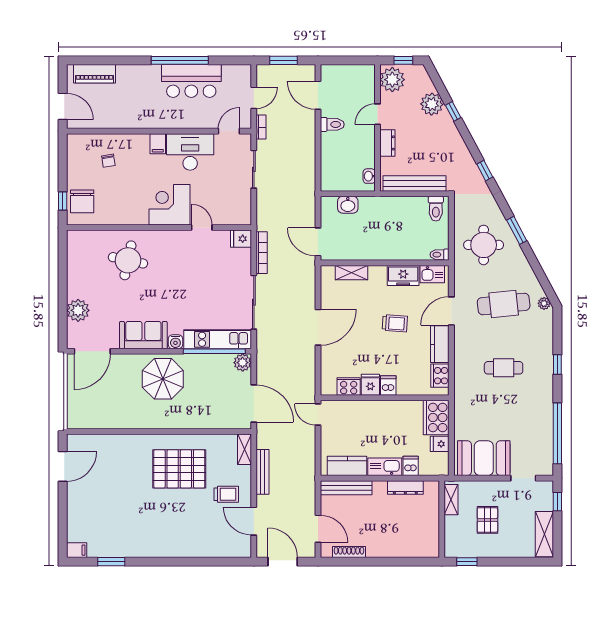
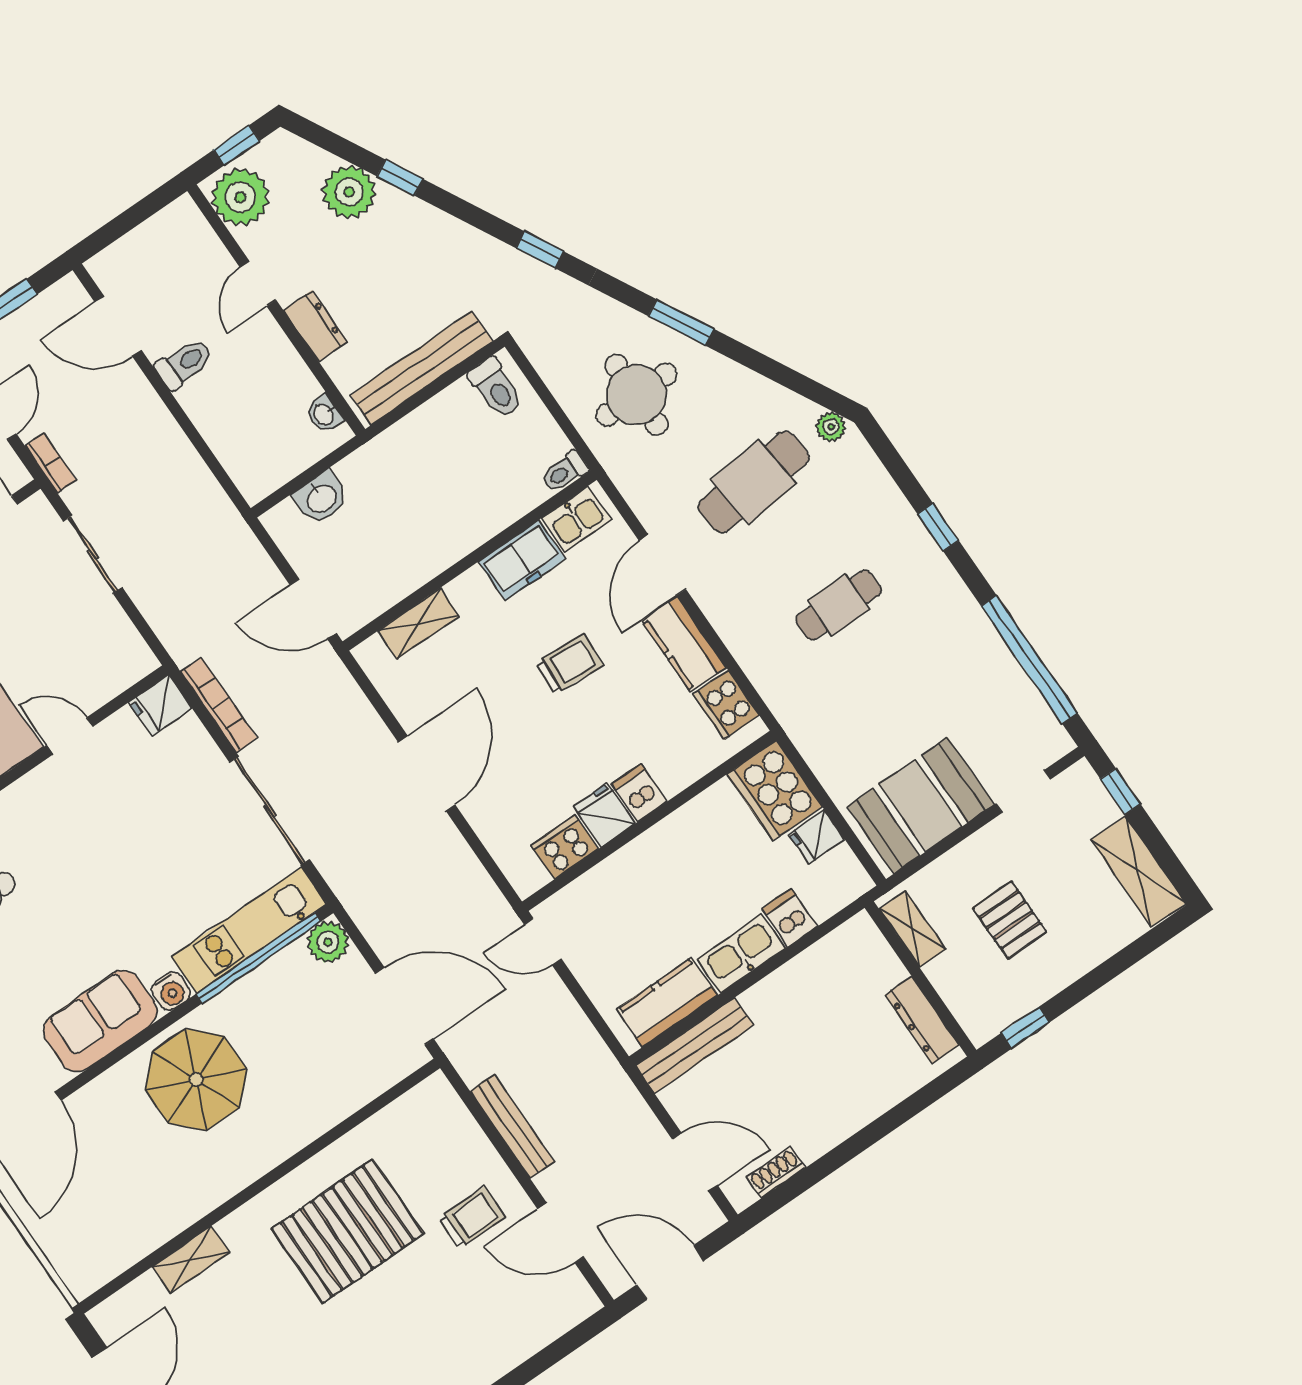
shelving: (245, 449) -> (191, 1260), moved, turned 90
dresser: (405, 487) -> (922, 1020), moved, turned 90
shoe rack: (349, 552) -> (776, 1172), width x0.70

